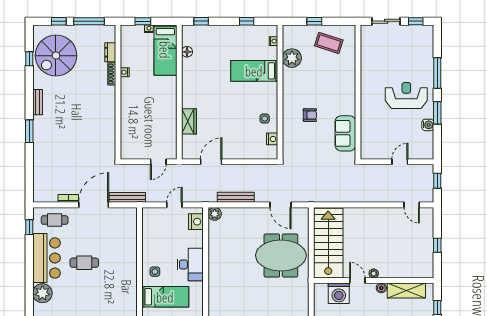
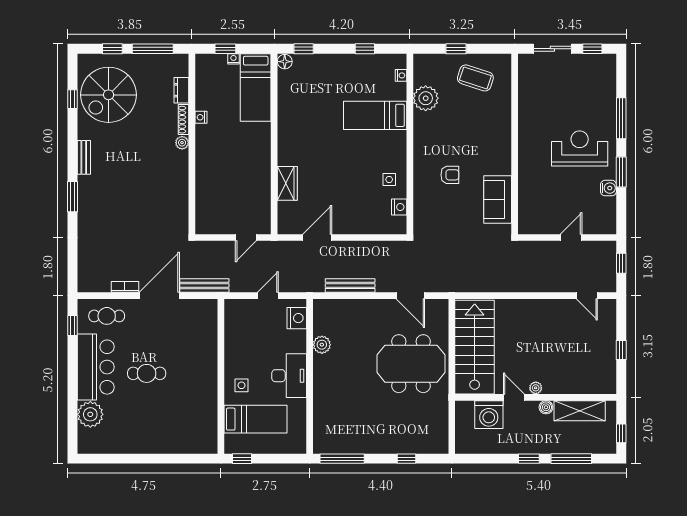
floor lamp: (187, 52) -> (285, 62), moved
plant: (111, 91) -> (182, 143), added
plant: (215, 214) -> (322, 345), moved

